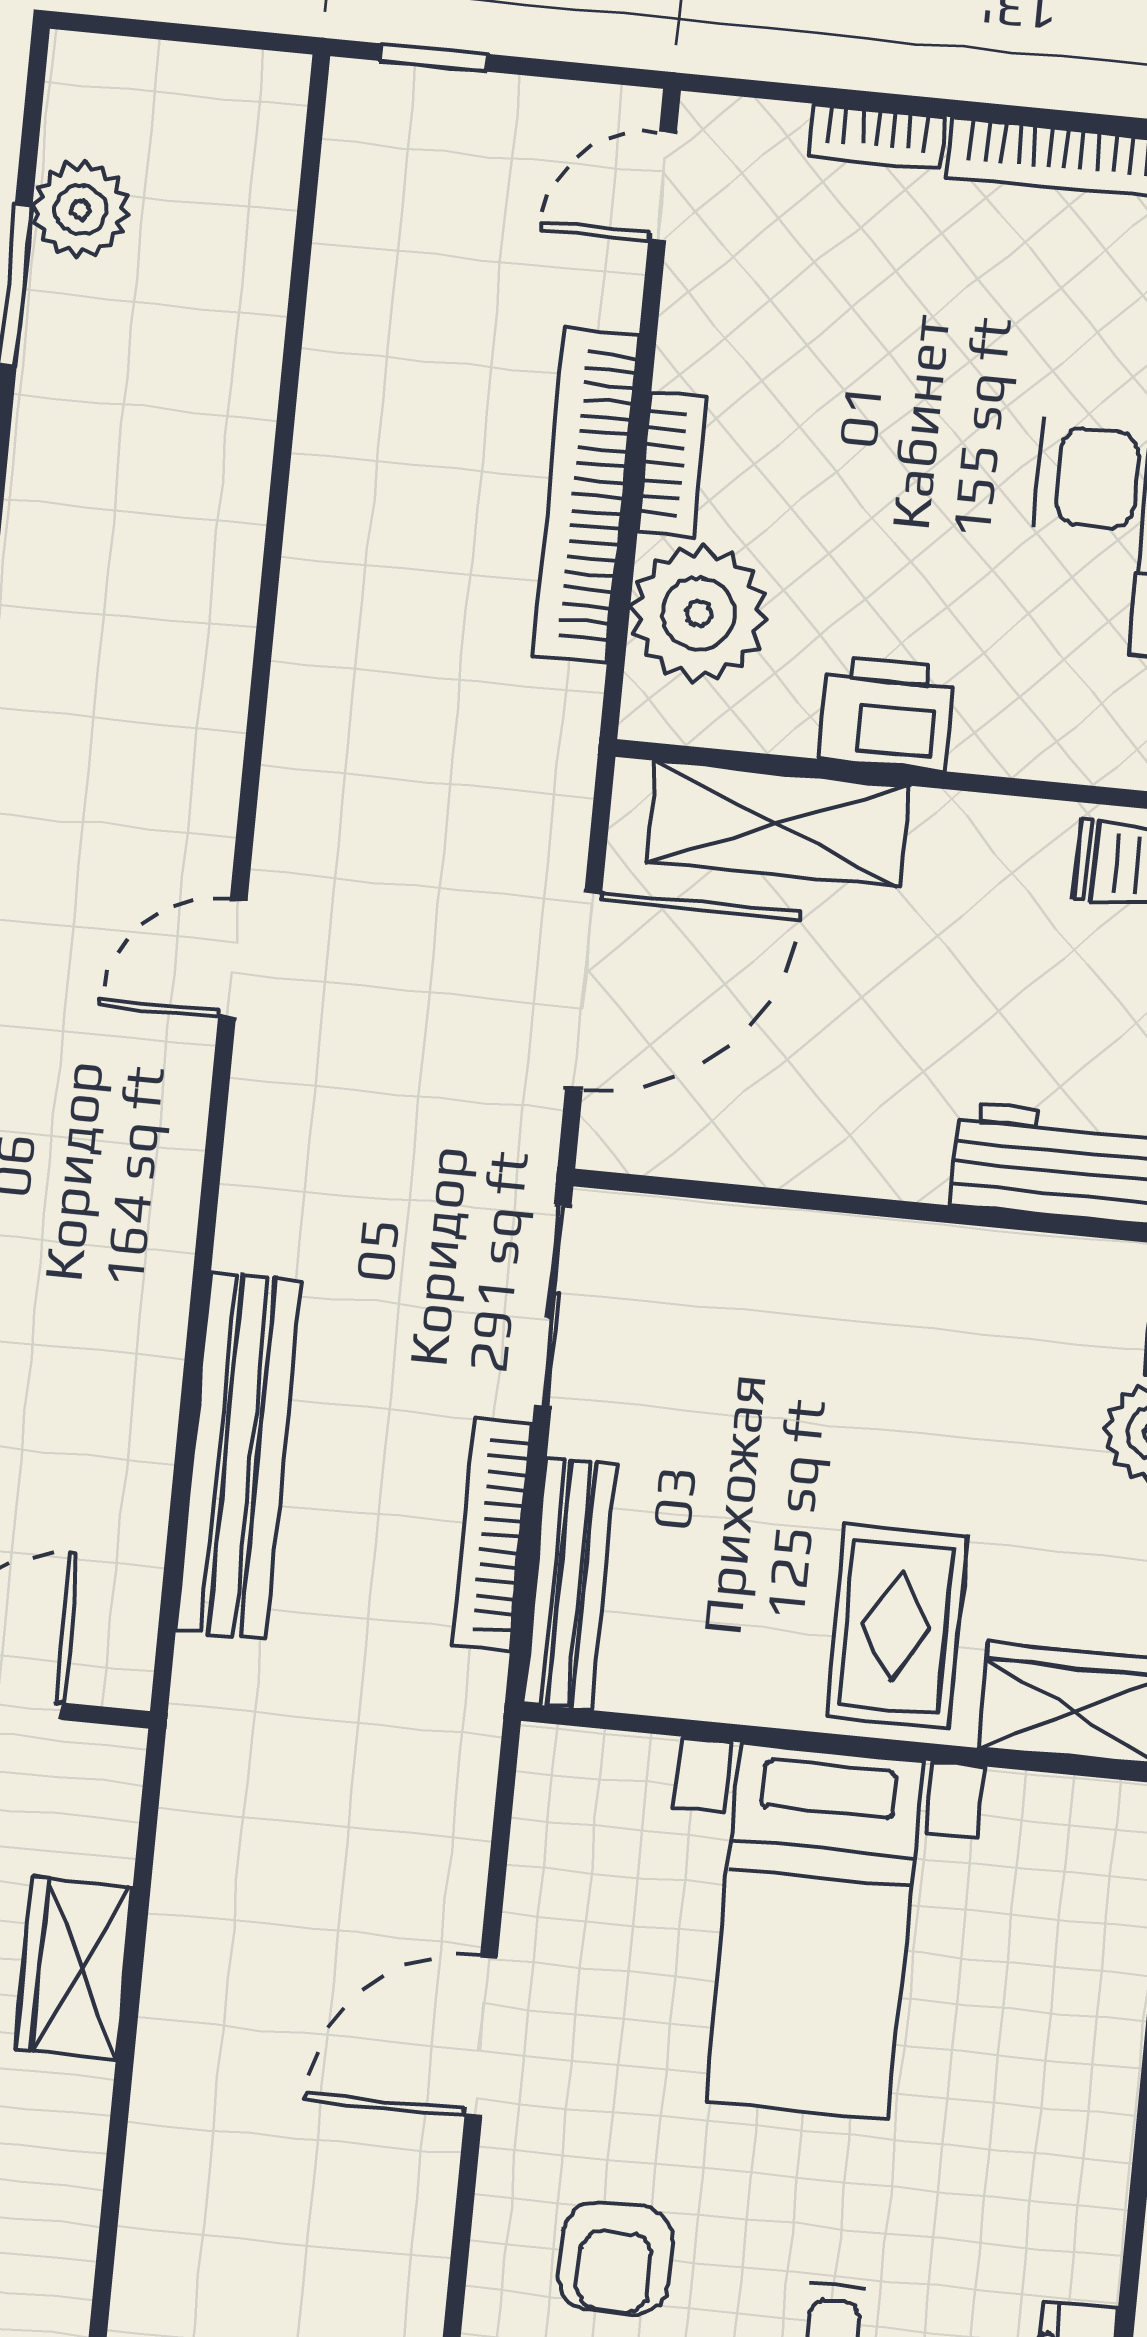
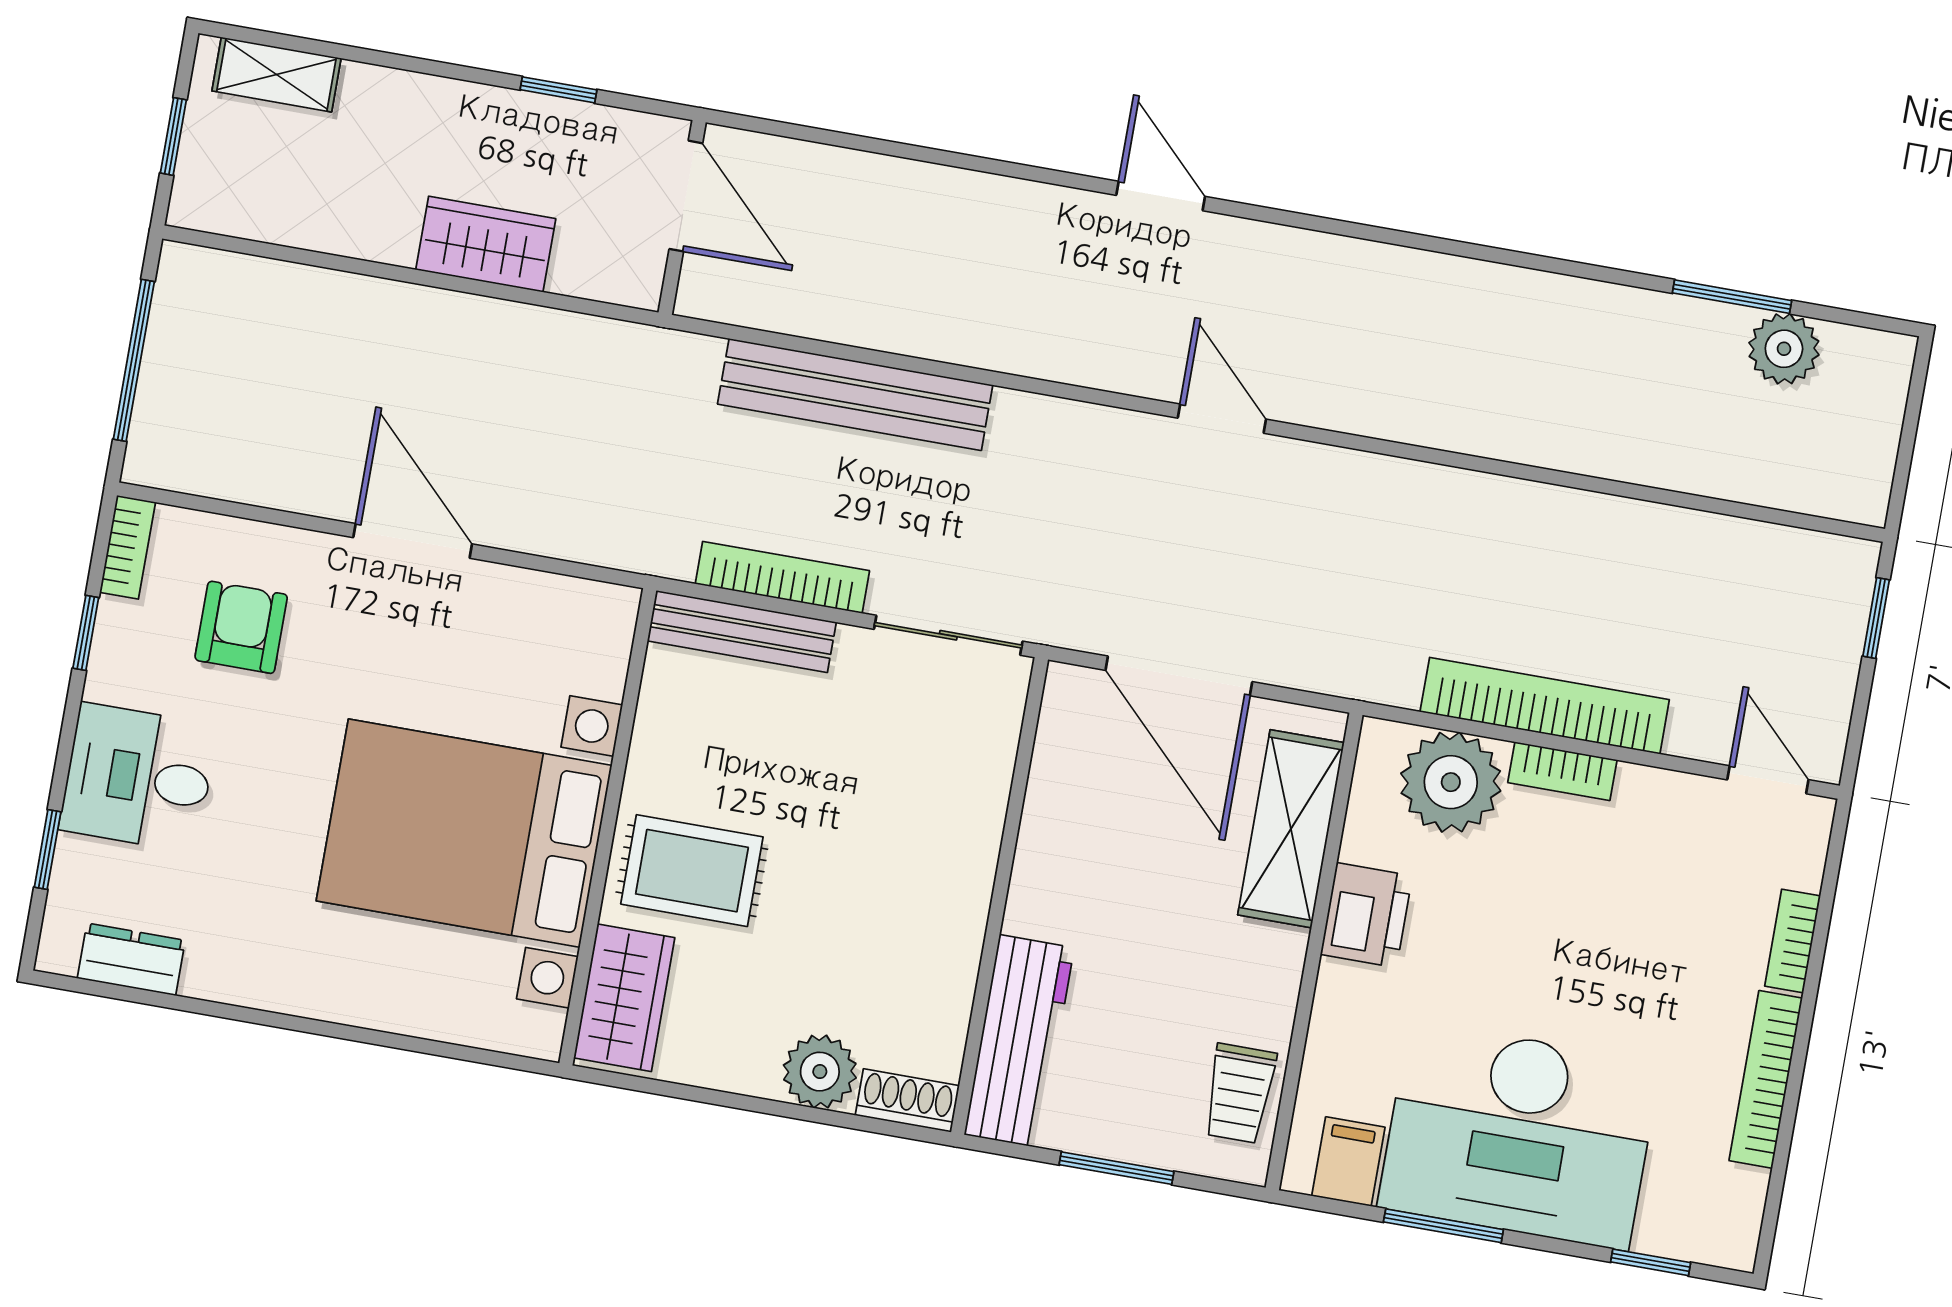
bed with nightstands: (815, 1931) -> (464, 833), width x1.36
armchair: (615, 2258) -> (241, 627), turned 90

